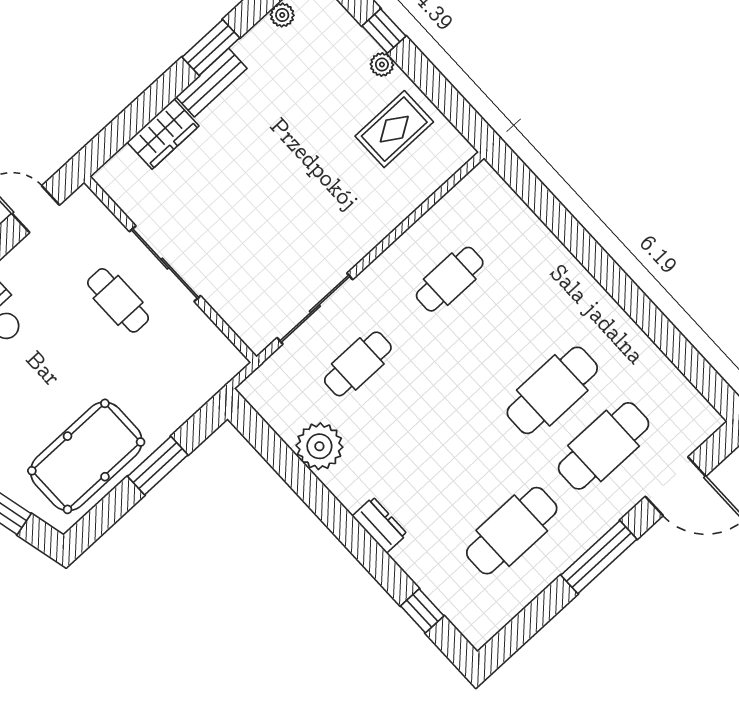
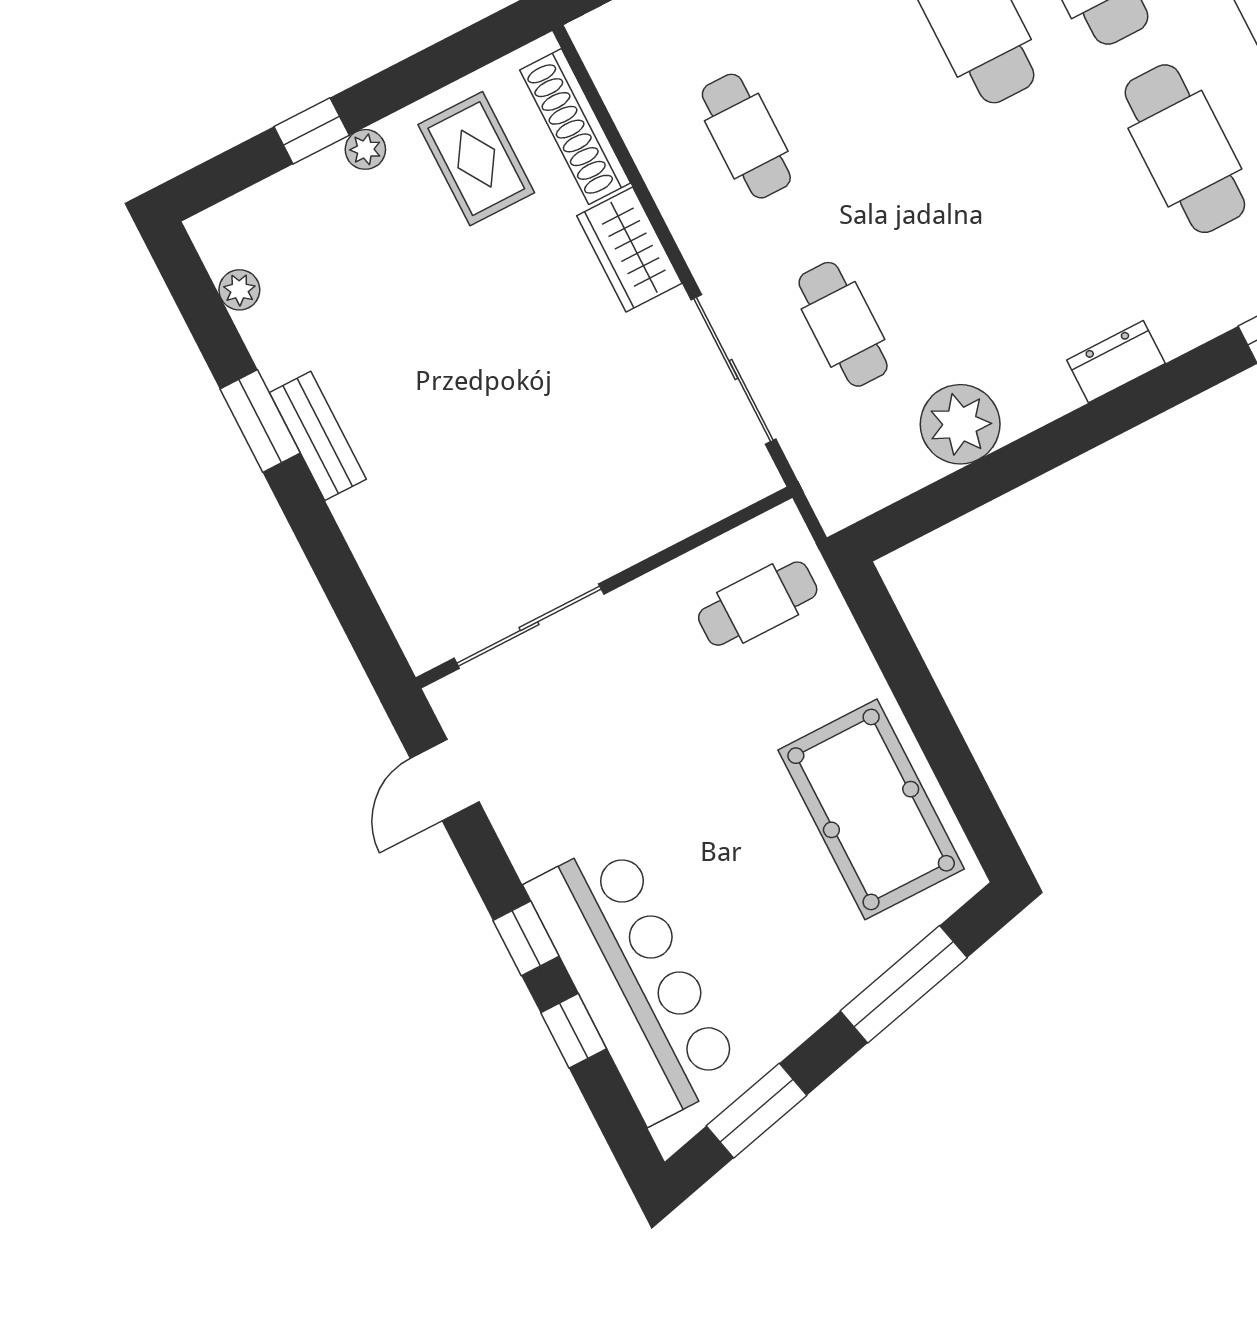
wardrobe: (163, 134) -> (629, 250), moved, turned 180
shoe rack: (428, 180) -> (575, 126), added
sliding door: (165, 264) -> (529, 626), moved
cafe table: (118, 300) -> (758, 604), moved
window: (158, 466) -> (918, 697), removed

